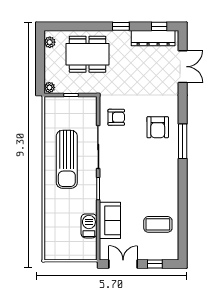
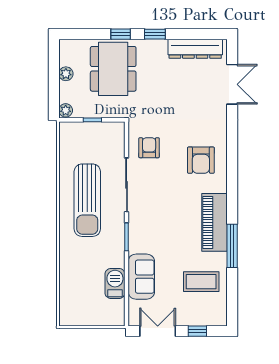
window: (159, 26) -> (121, 34), moved
plant: (50, 42) -> (66, 74), moved
dining table: (88, 54) -> (113, 69), turned 90
armchair: (116, 117) -> (149, 148), turned -90
window: (183, 141) -> (232, 246), moved
piano: (169, 177) -> (215, 222), added

